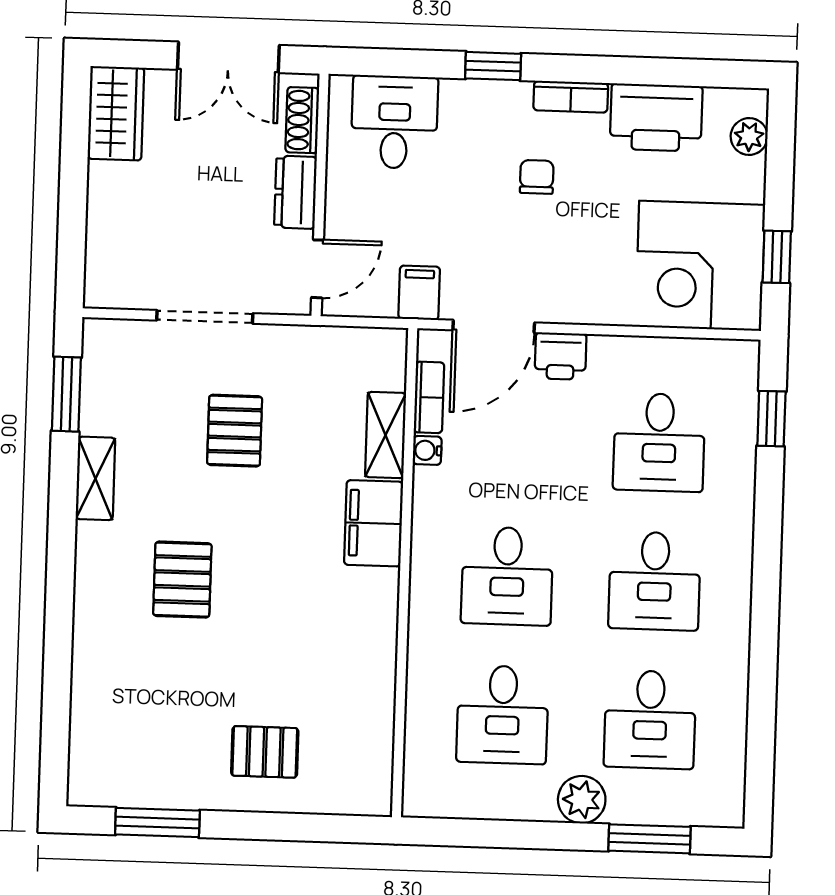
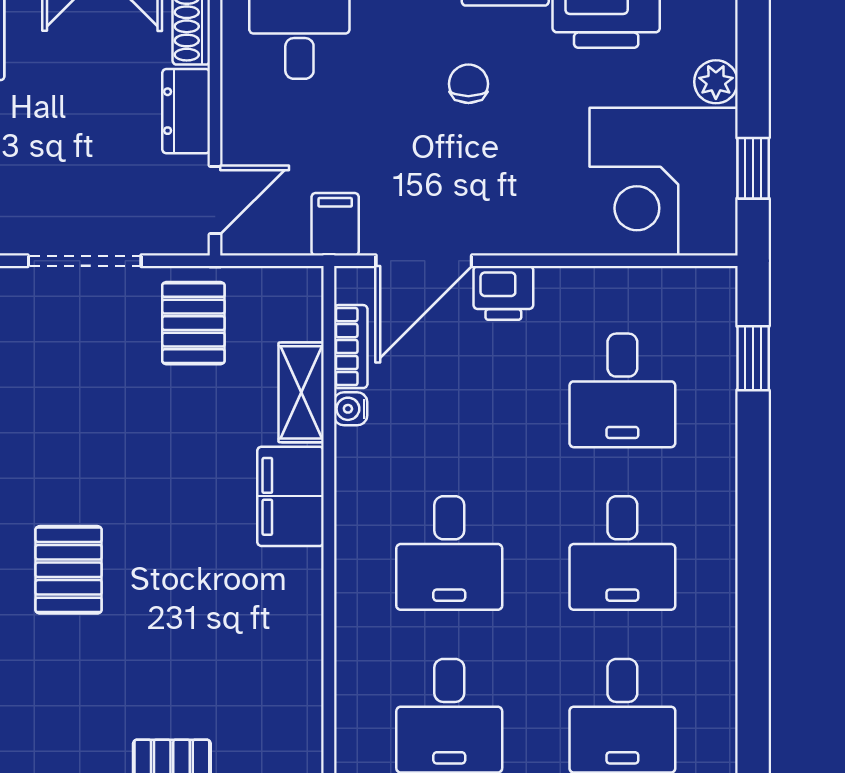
plant: (749, 137) -> (716, 82), moved
pallet: (235, 431) -> (193, 323), moved

